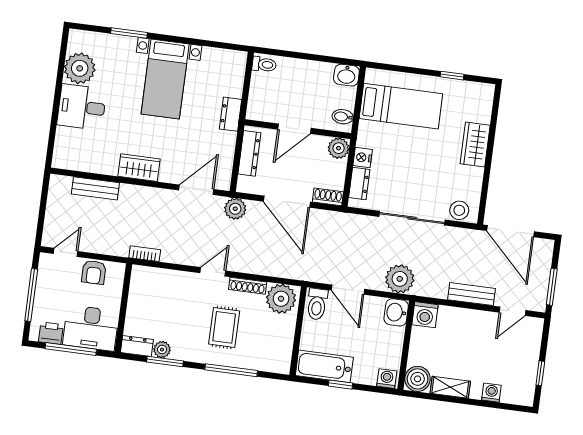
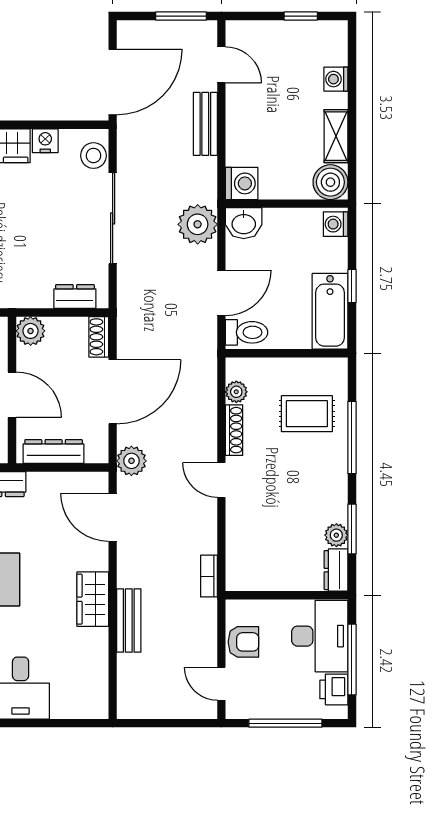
nightstand: (363, 157) -> (45, 141), moved, turned 180
bench: (95, 188) -> (129, 621), moved
plant: (281, 299) -> (236, 392), width x0.53, depth x0.53
rug: (224, 327) -> (307, 414), moved

